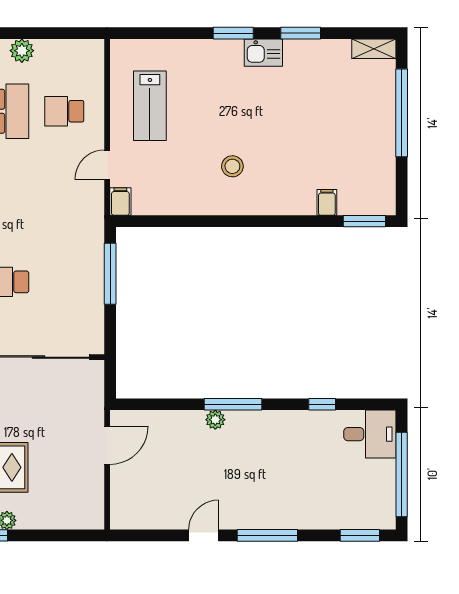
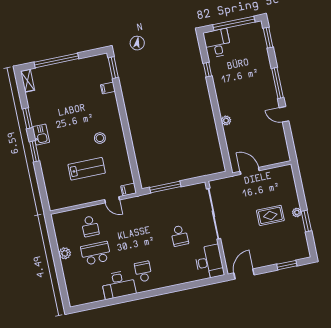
lab bench: (150, 106) -> (87, 169), moved
window: (233, 404) -> (217, 113), removed

